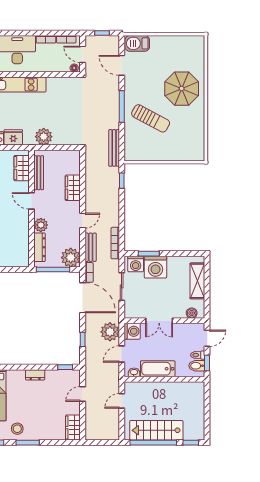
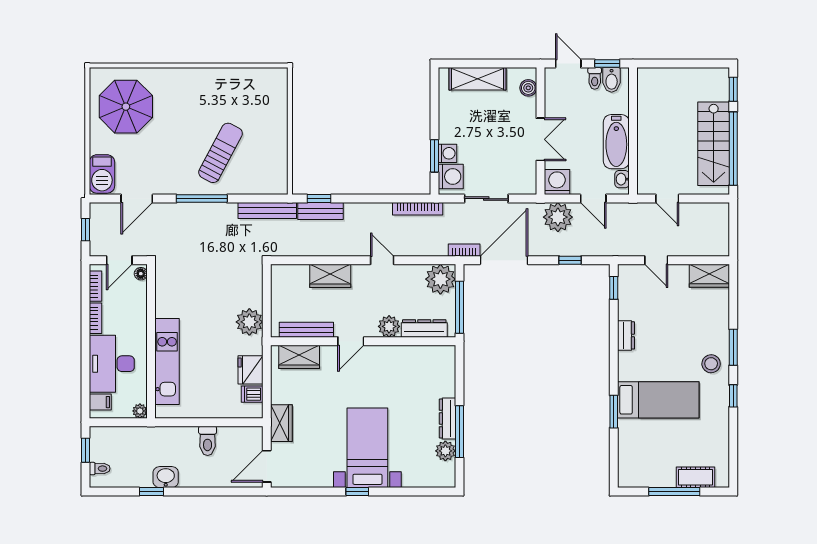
parasol: (182, 89) -> (126, 107), moved
bench: (91, 247) -> (320, 211), moved
washing machine: (155, 267) -> (447, 153), width x0.53, depth x0.53

